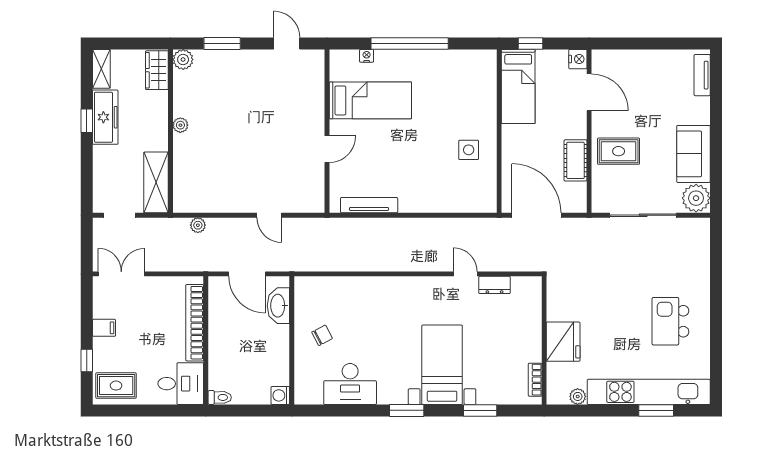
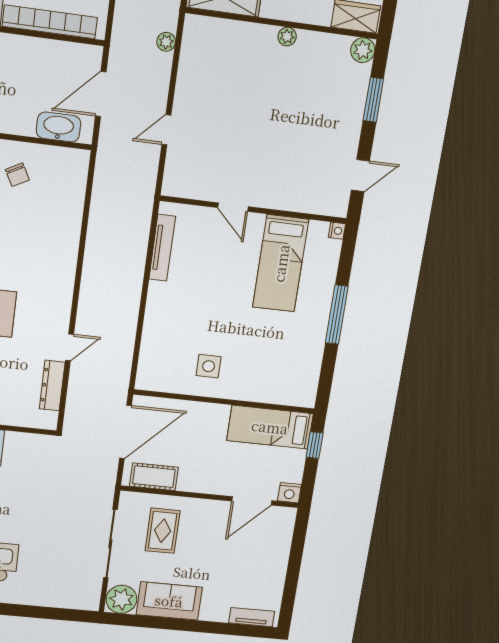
window: (410, 43) -> (337, 315), width x0.68
nightstand: (367, 56) -> (337, 231), moved
rug: (619, 151) -> (163, 531), moved
cot: (575, 160) -> (154, 477), moved
dresser: (495, 285) -> (52, 386), width x1.44

